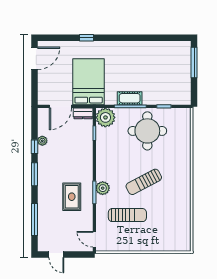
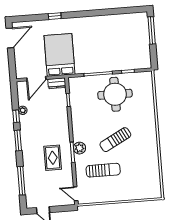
cot: (130, 98) -> (97, 67), removed
plant: (105, 117) -> (77, 85), removed

